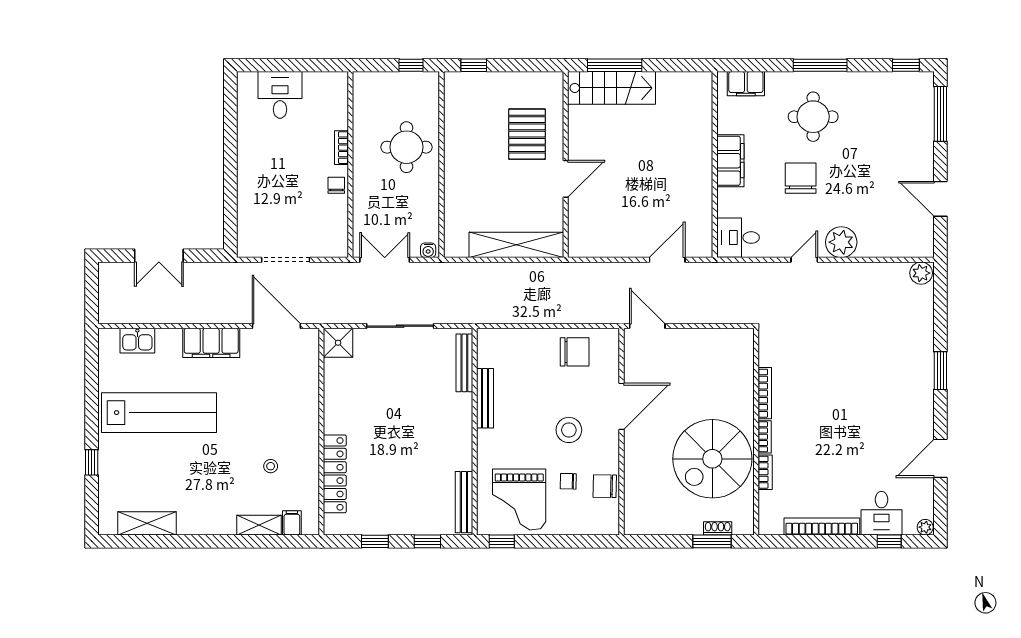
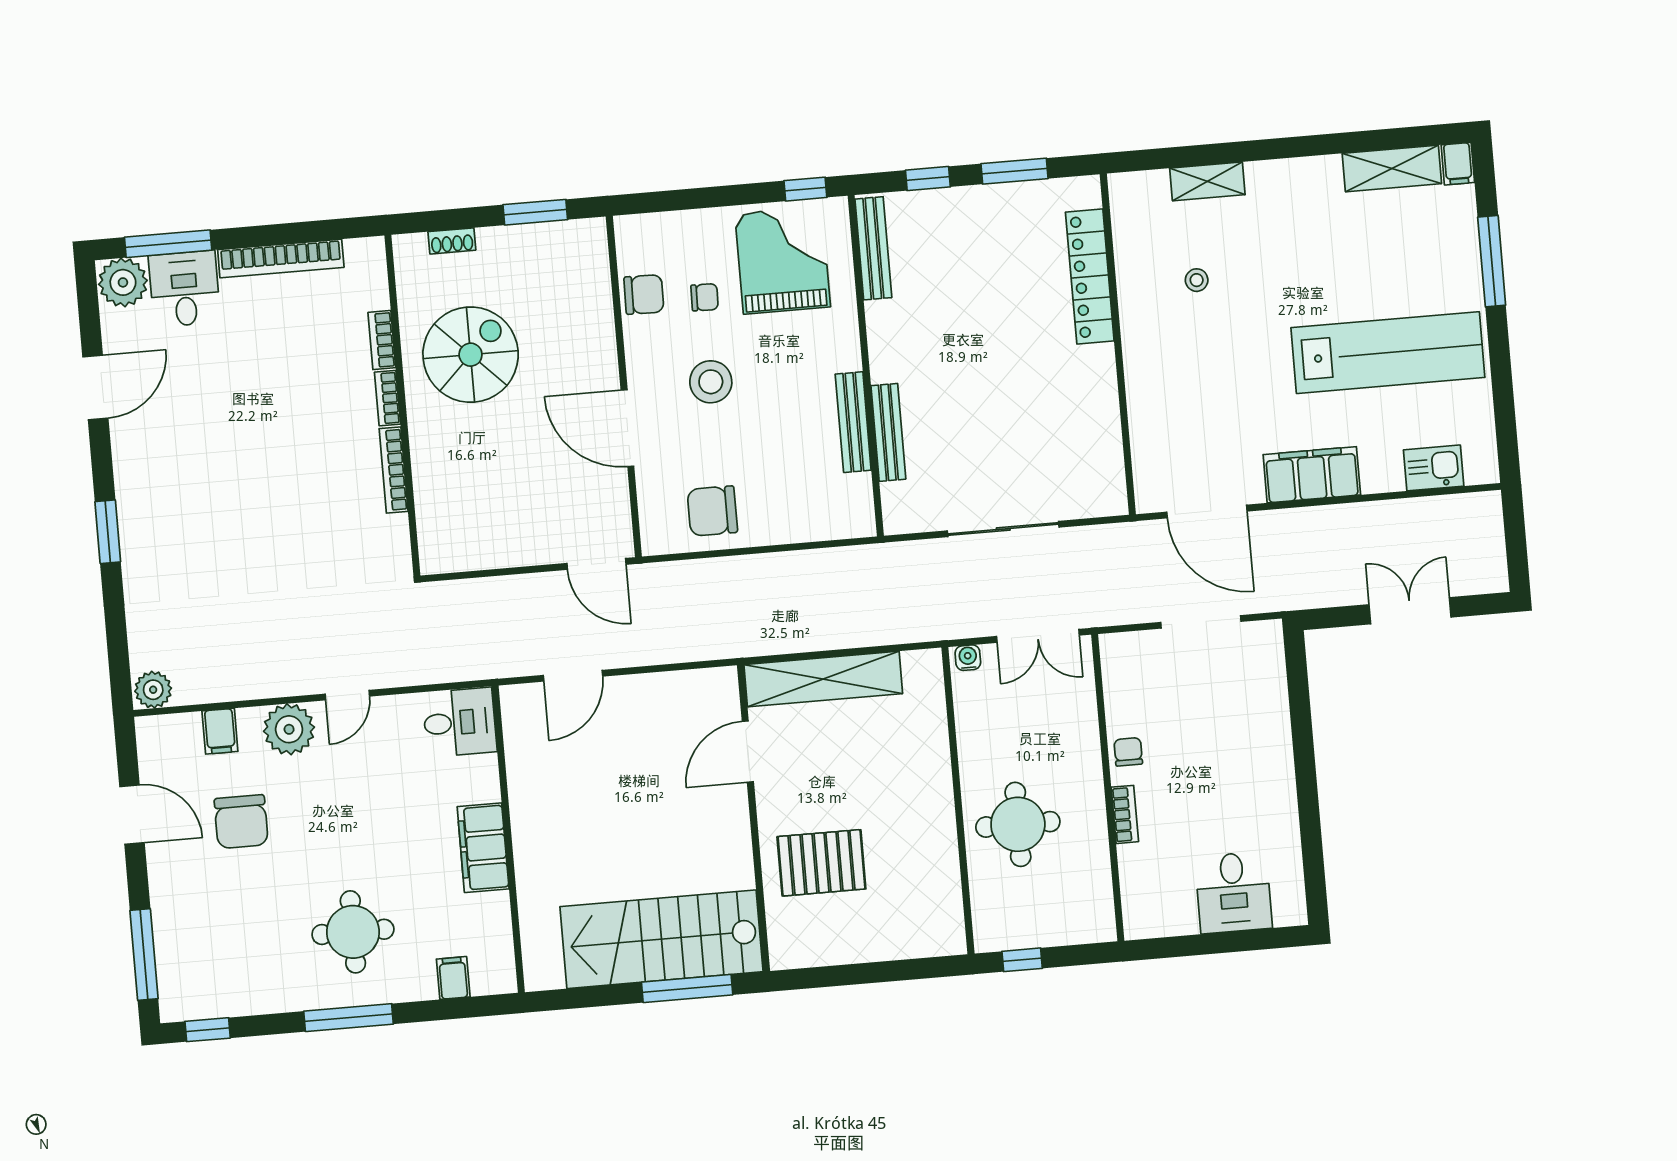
window: (474, 65) -> (919, 969), removed
filing cabinet: (746, 84) -> (453, 978), width x0.50
stairs: (611, 88) -> (661, 939), width x1.36, depth x1.51
pallet: (527, 134) -> (821, 863), turned 90
chair: (801, 178) -> (241, 822), moved
door: (566, 179) -> (748, 752), moved
chair: (336, 185) -> (1128, 752), turned 180
filing cabinet: (883, 245) -> (220, 731), added
shower: (338, 343) -> (1103, 493), removed
bench: (464, 363) -> (888, 432), moved
door: (622, 406) -> (627, 428), hinge flipped
lab bench: (159, 413) -> (1388, 353), turned 180
spiral stairs: (712, 459) -> (471, 355), width x0.73, depth x0.73
window: (92, 462) -> (1492, 261), width x2.17
filing cabinet: (292, 523) -> (1458, 164), moved
plant: (925, 527) -> (123, 282), width x1.88, depth x1.88
window: (375, 541) -> (1015, 171), width x1.50
window: (712, 541) -> (535, 212), moved
window: (889, 541) -> (168, 244), width x2.17

